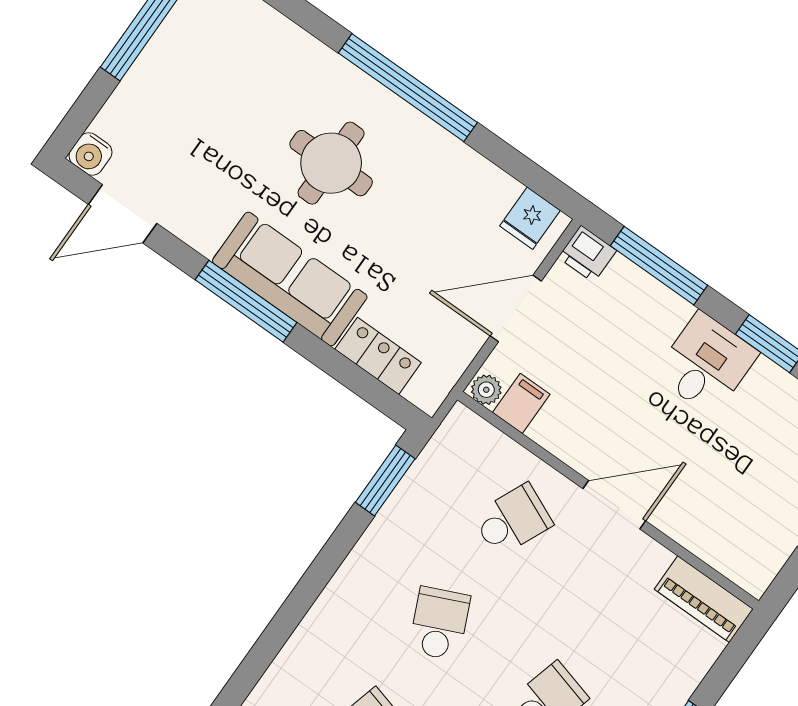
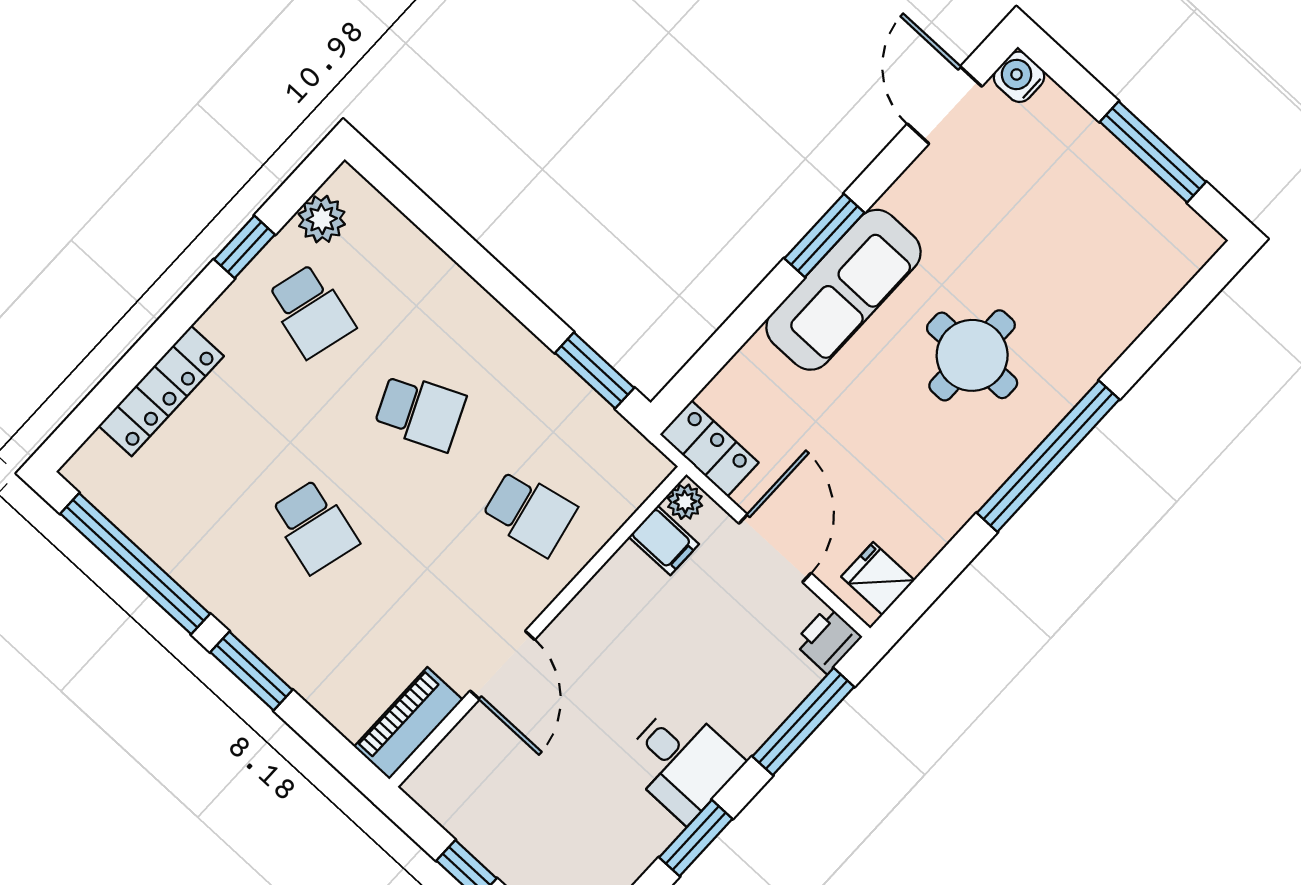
window: (246, 301) -> (824, 235), width x0.69
locker: (378, 356) -> (709, 448), moved, turned -90
door: (614, 505) -> (502, 665), moved
school desk: (513, 520) -> (529, 513), turned -36

